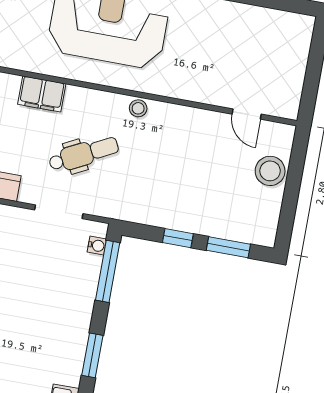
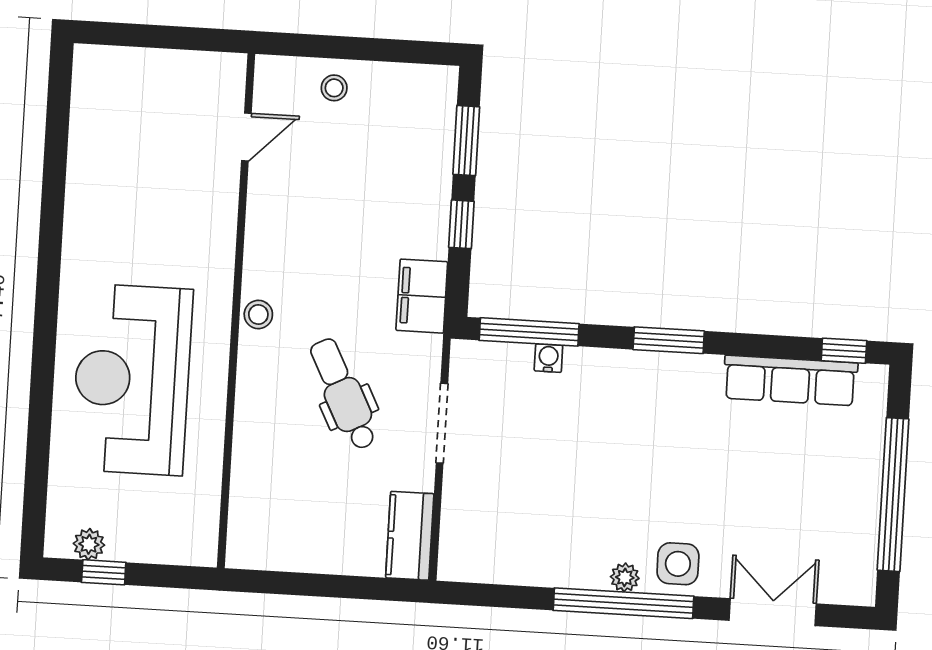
filing cabinet: (42, 94) -> (422, 296), moved, turned 180
stool: (270, 171) -> (334, 88), width x0.53, depth x0.53
water cooler: (97, 246) -> (548, 358), moved

